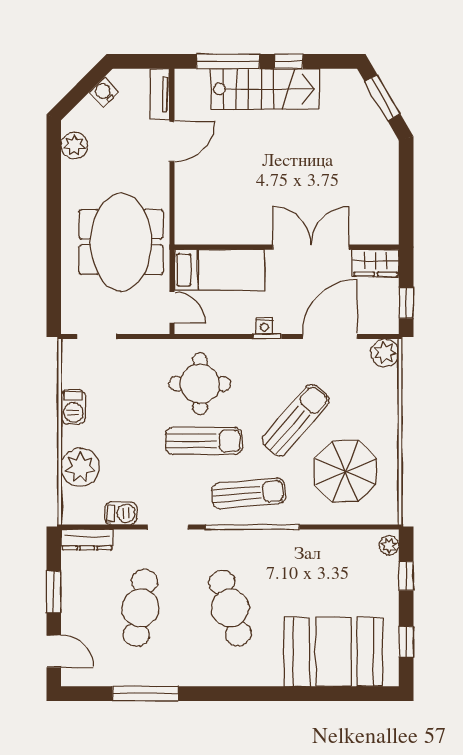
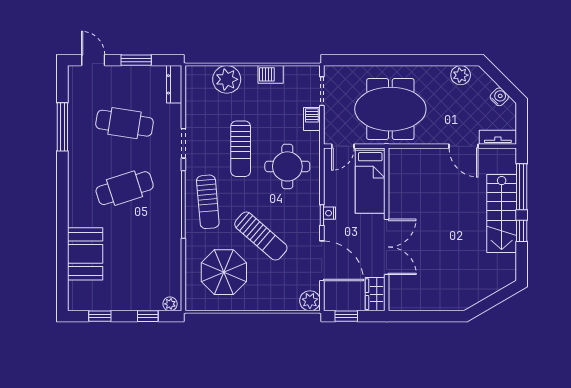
window: (382, 98) -> (495, 299), removed
sun lounger: (204, 441) -> (241, 149), moved
barbecue: (121, 513) -> (312, 119), moved, turned 180
door: (54, 651) -> (93, 60), swing flipped
booth: (333, 652) -> (85, 254), width x0.73, depth x0.70

